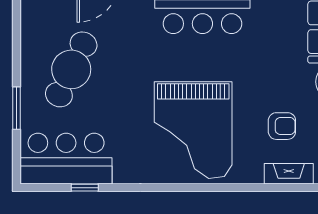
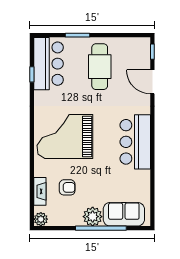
cafe table: (71, 69) -> (100, 67), turned 64
armchair: (282, 126) -> (67, 187), turned -90

